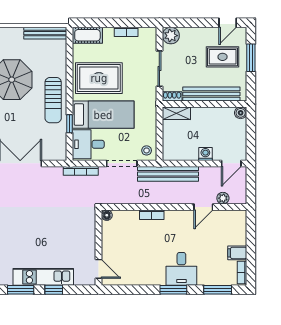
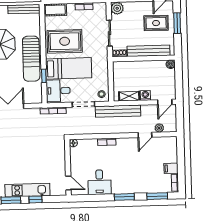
sun lounger: (53, 100) -> (31, 59), width x1.36, depth x1.34
shelving: (176, 113) -> (129, 96), moved
desk: (181, 269) -> (99, 182), moved

